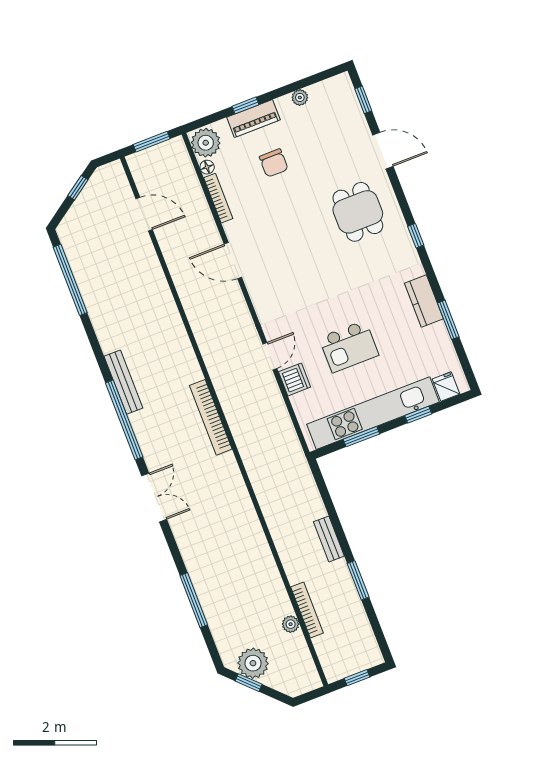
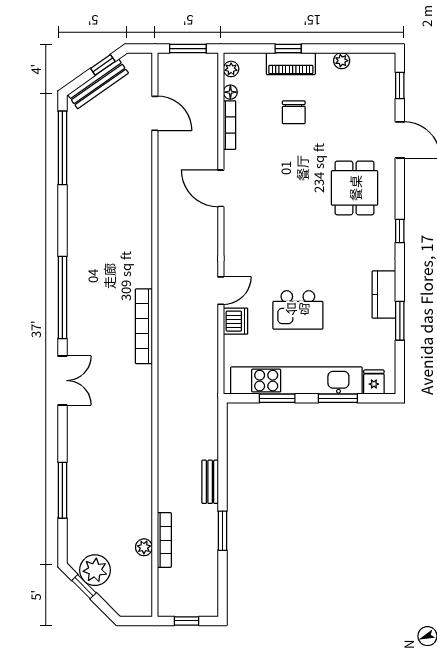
plant: (206, 143) -> (231, 69), width x0.53, depth x0.53
bench: (123, 382) -> (98, 84), moved, turned 55
window: (418, 415) -> (338, 398), width x1.50

